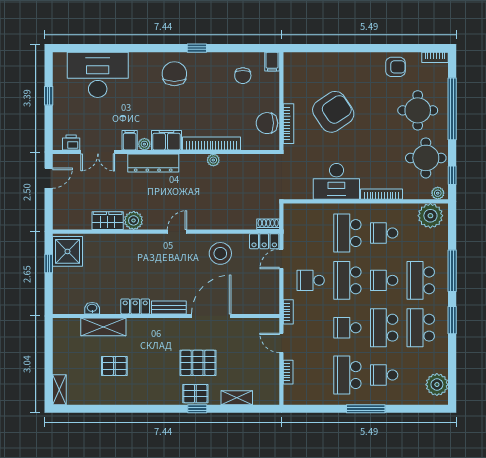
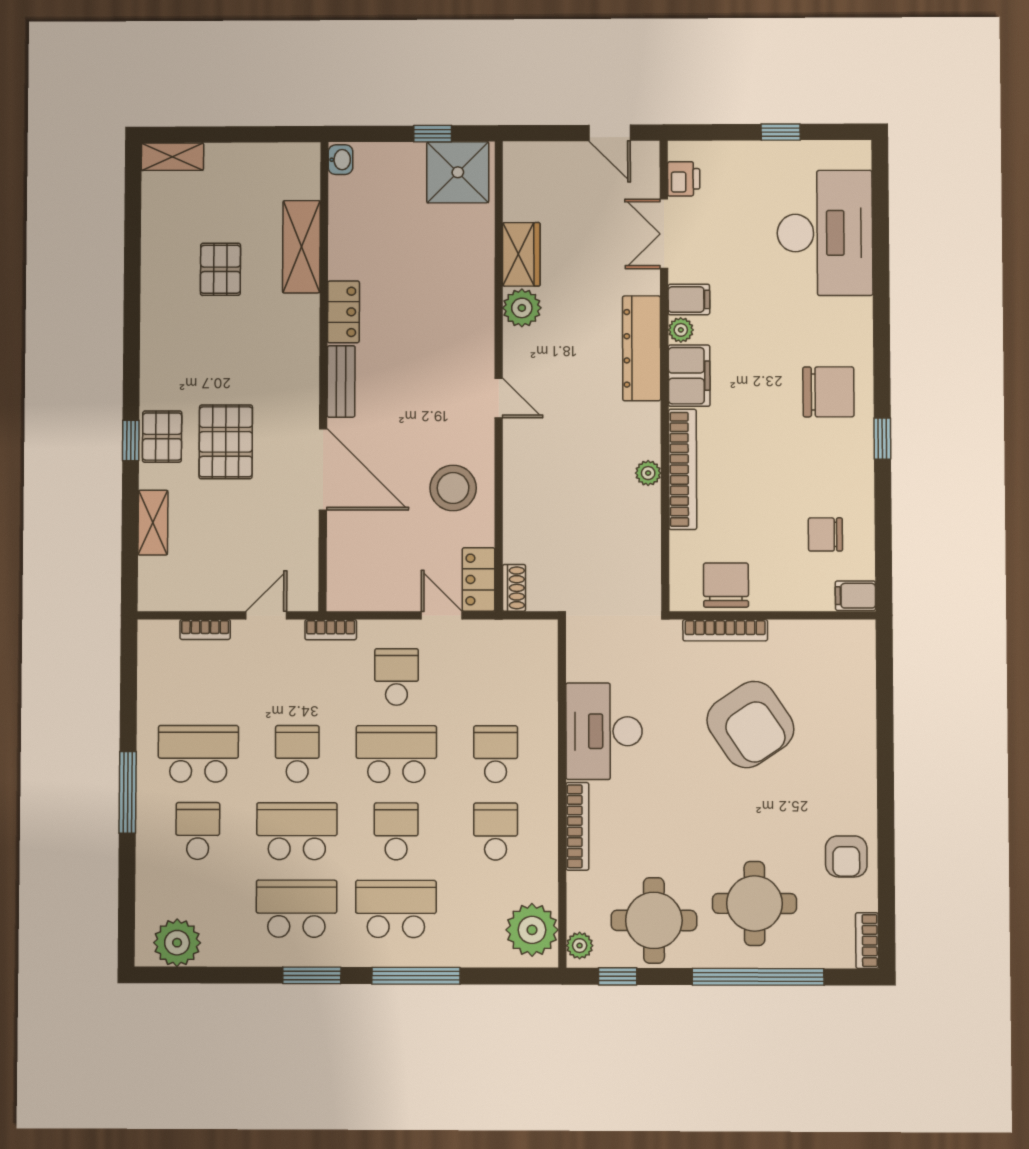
school desk: (347, 233) -> (496, 754), width x0.54
washbasin: (92, 308) -> (340, 160), moved

